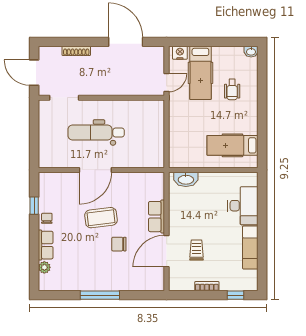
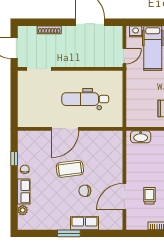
dental chair: (96, 133) -> (85, 99), moved
row of seats: (156, 217) -> (85, 223), moved, turned 90
window: (100, 295) -> (69, 233), width x0.69

